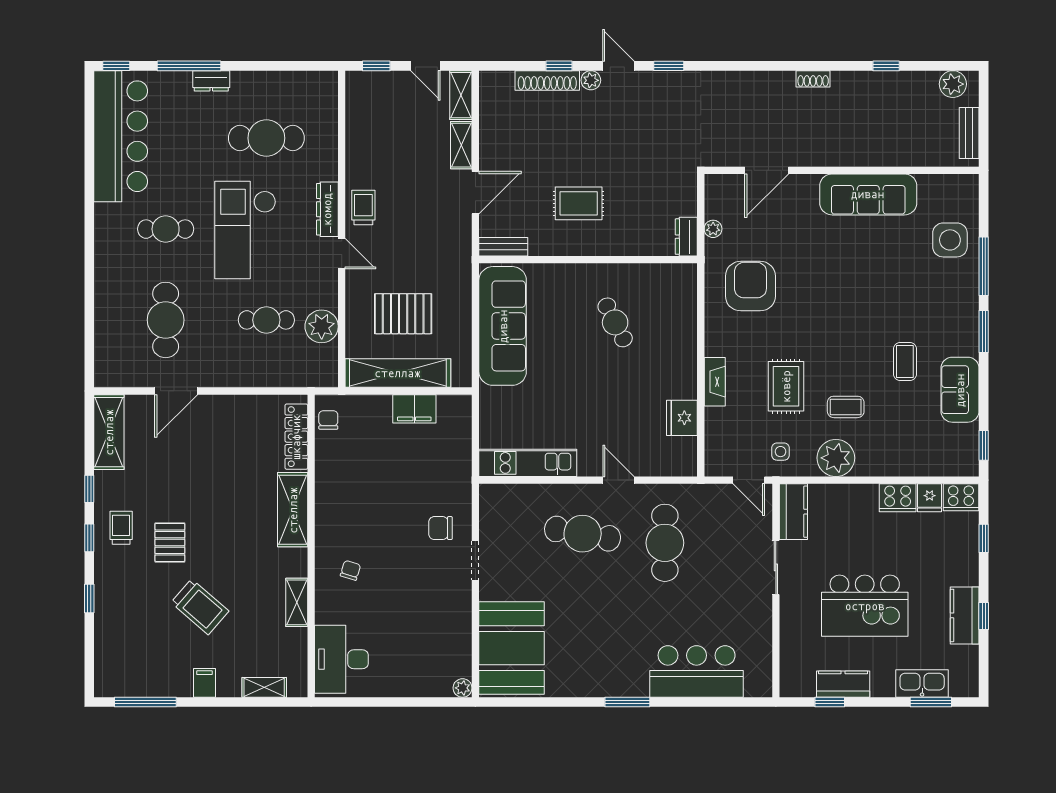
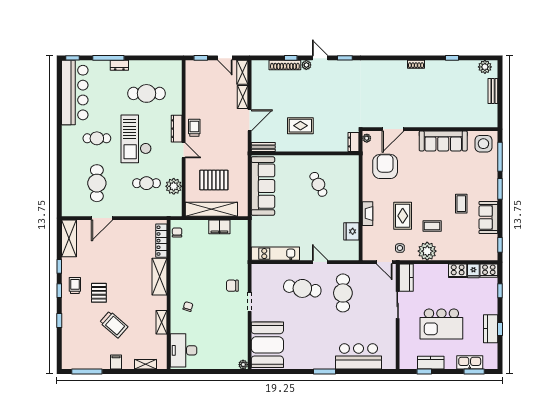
door: (767, 170) -> (393, 129), moved
wall: (842, 170) -> (430, 129), moved
sofa: (868, 194) -> (443, 141), moved

